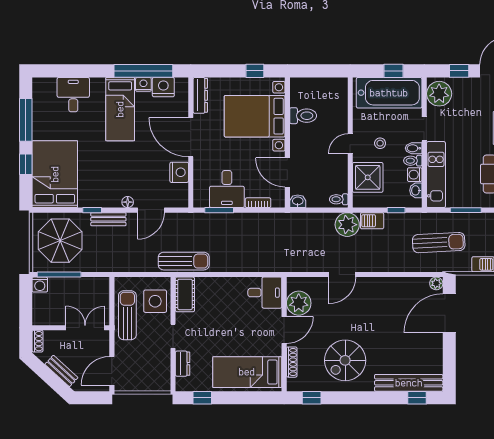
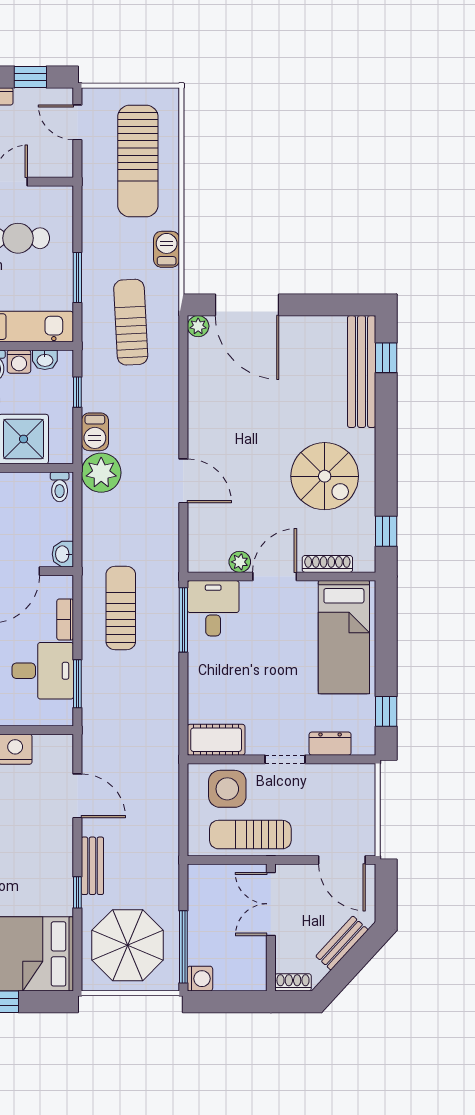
floor lamp: (128, 202) -> (64, 834), removed
sun lounger: (184, 261) -> (121, 608), moved
window: (258, 275) -> (183, 620), added
plant: (299, 303) -> (240, 562), width x0.53, depth x0.53
door: (284, 330) -> (275, 576), hinge flipped

